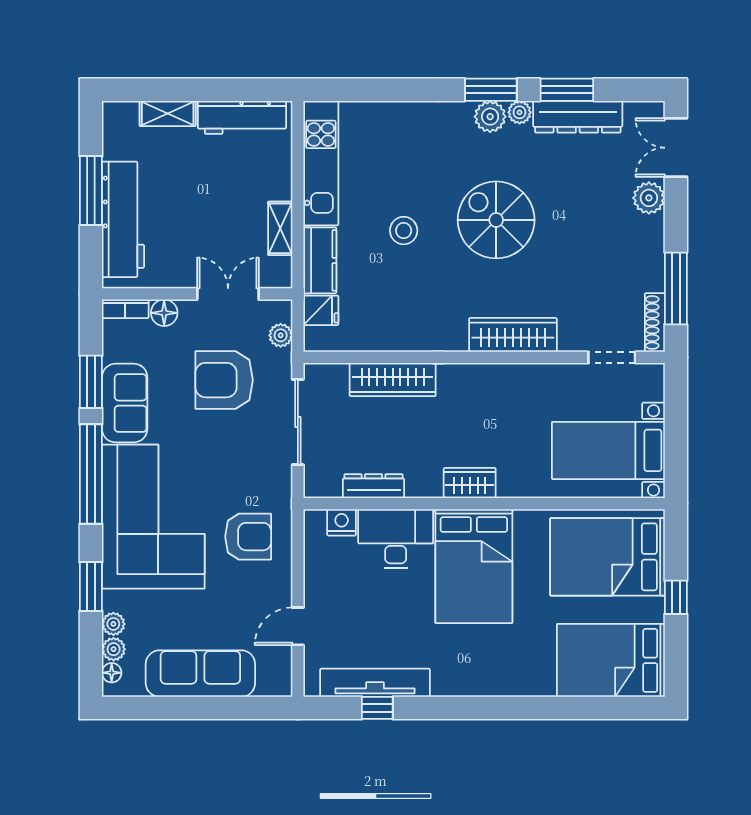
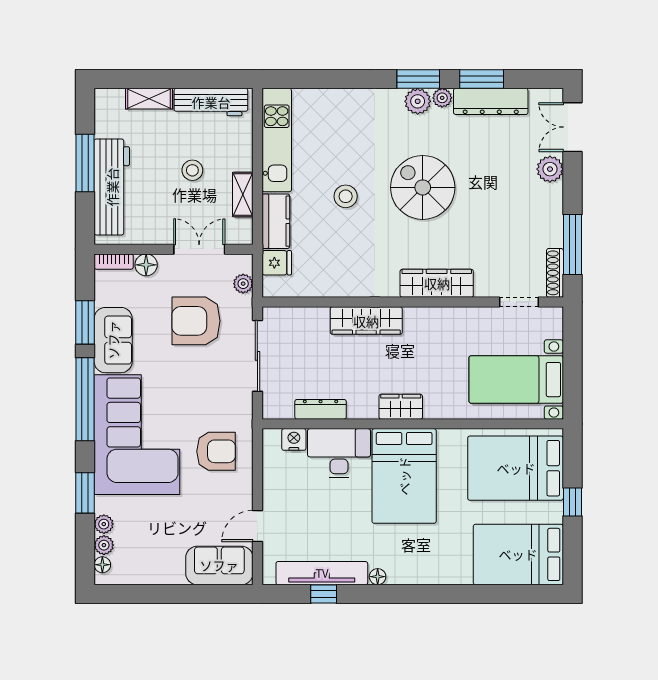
stool: (220, 199) -> (192, 170), added
wardrobe: (393, 380) -> (366, 321), moved
sofa: (200, 674) -> (219, 565), moved, width x0.73
floor lamp: (442, 687) -> (378, 577), added

